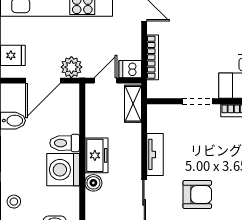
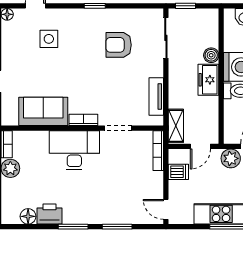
bookcase: (153, 57) -> (158, 151), moved
dishwasher: (130, 69) -> (178, 172), moved
tv unit: (155, 154) -> (156, 96), moved

